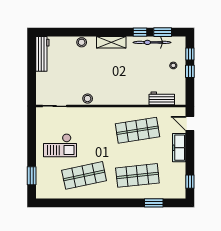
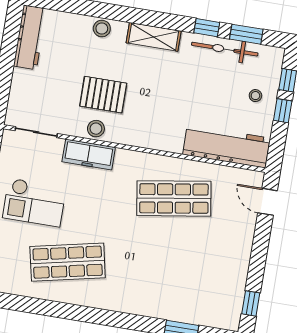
pallet: (88, 79) -> (103, 95), added
workbench: (162, 98) -> (226, 146), width x1.88, depth x1.32
freezer: (179, 148) -> (89, 155), moved, turned -90
shop shelf: (137, 175) -> (161, 278), removed

